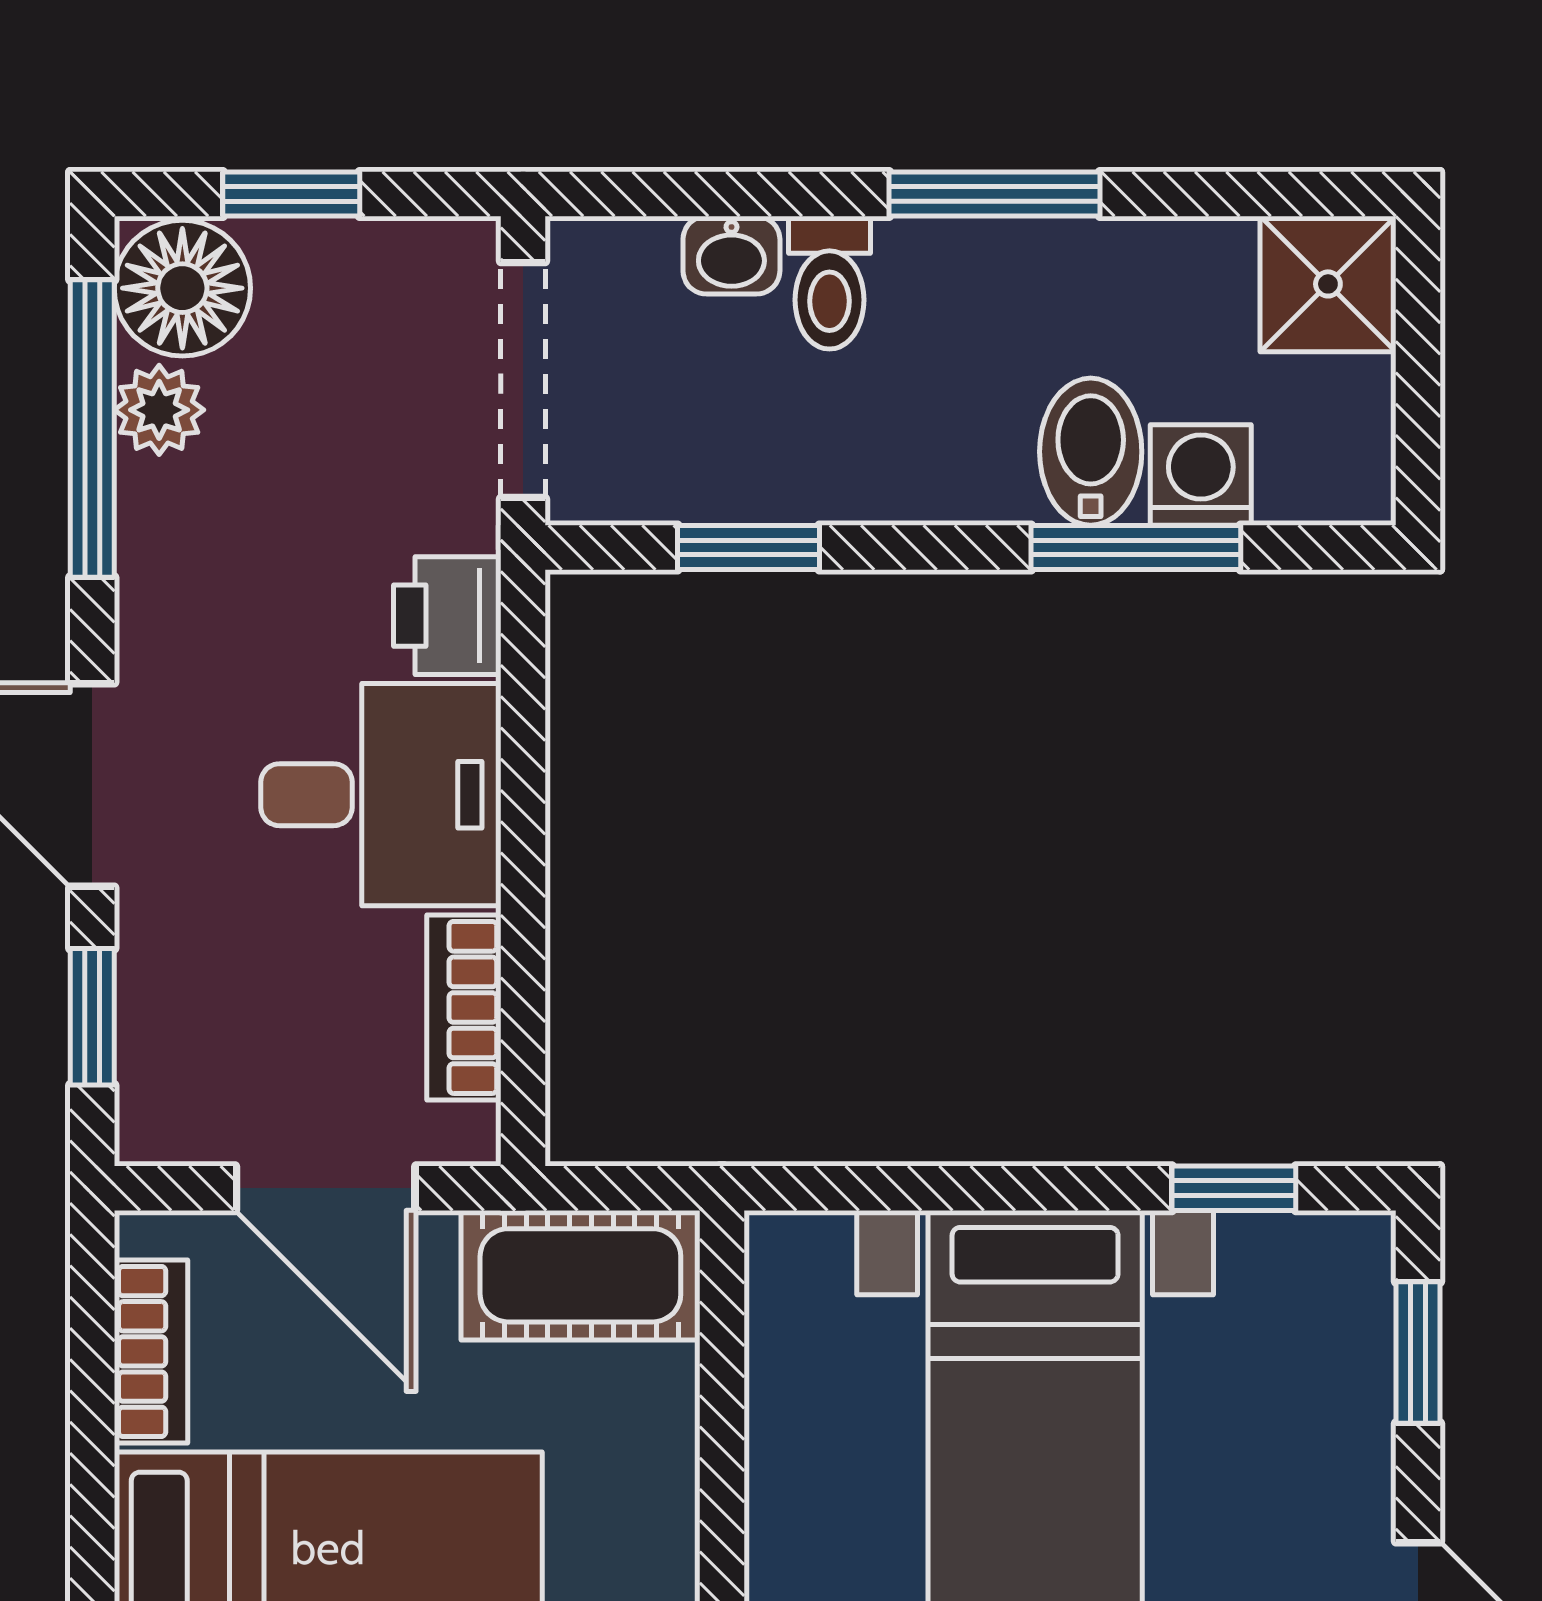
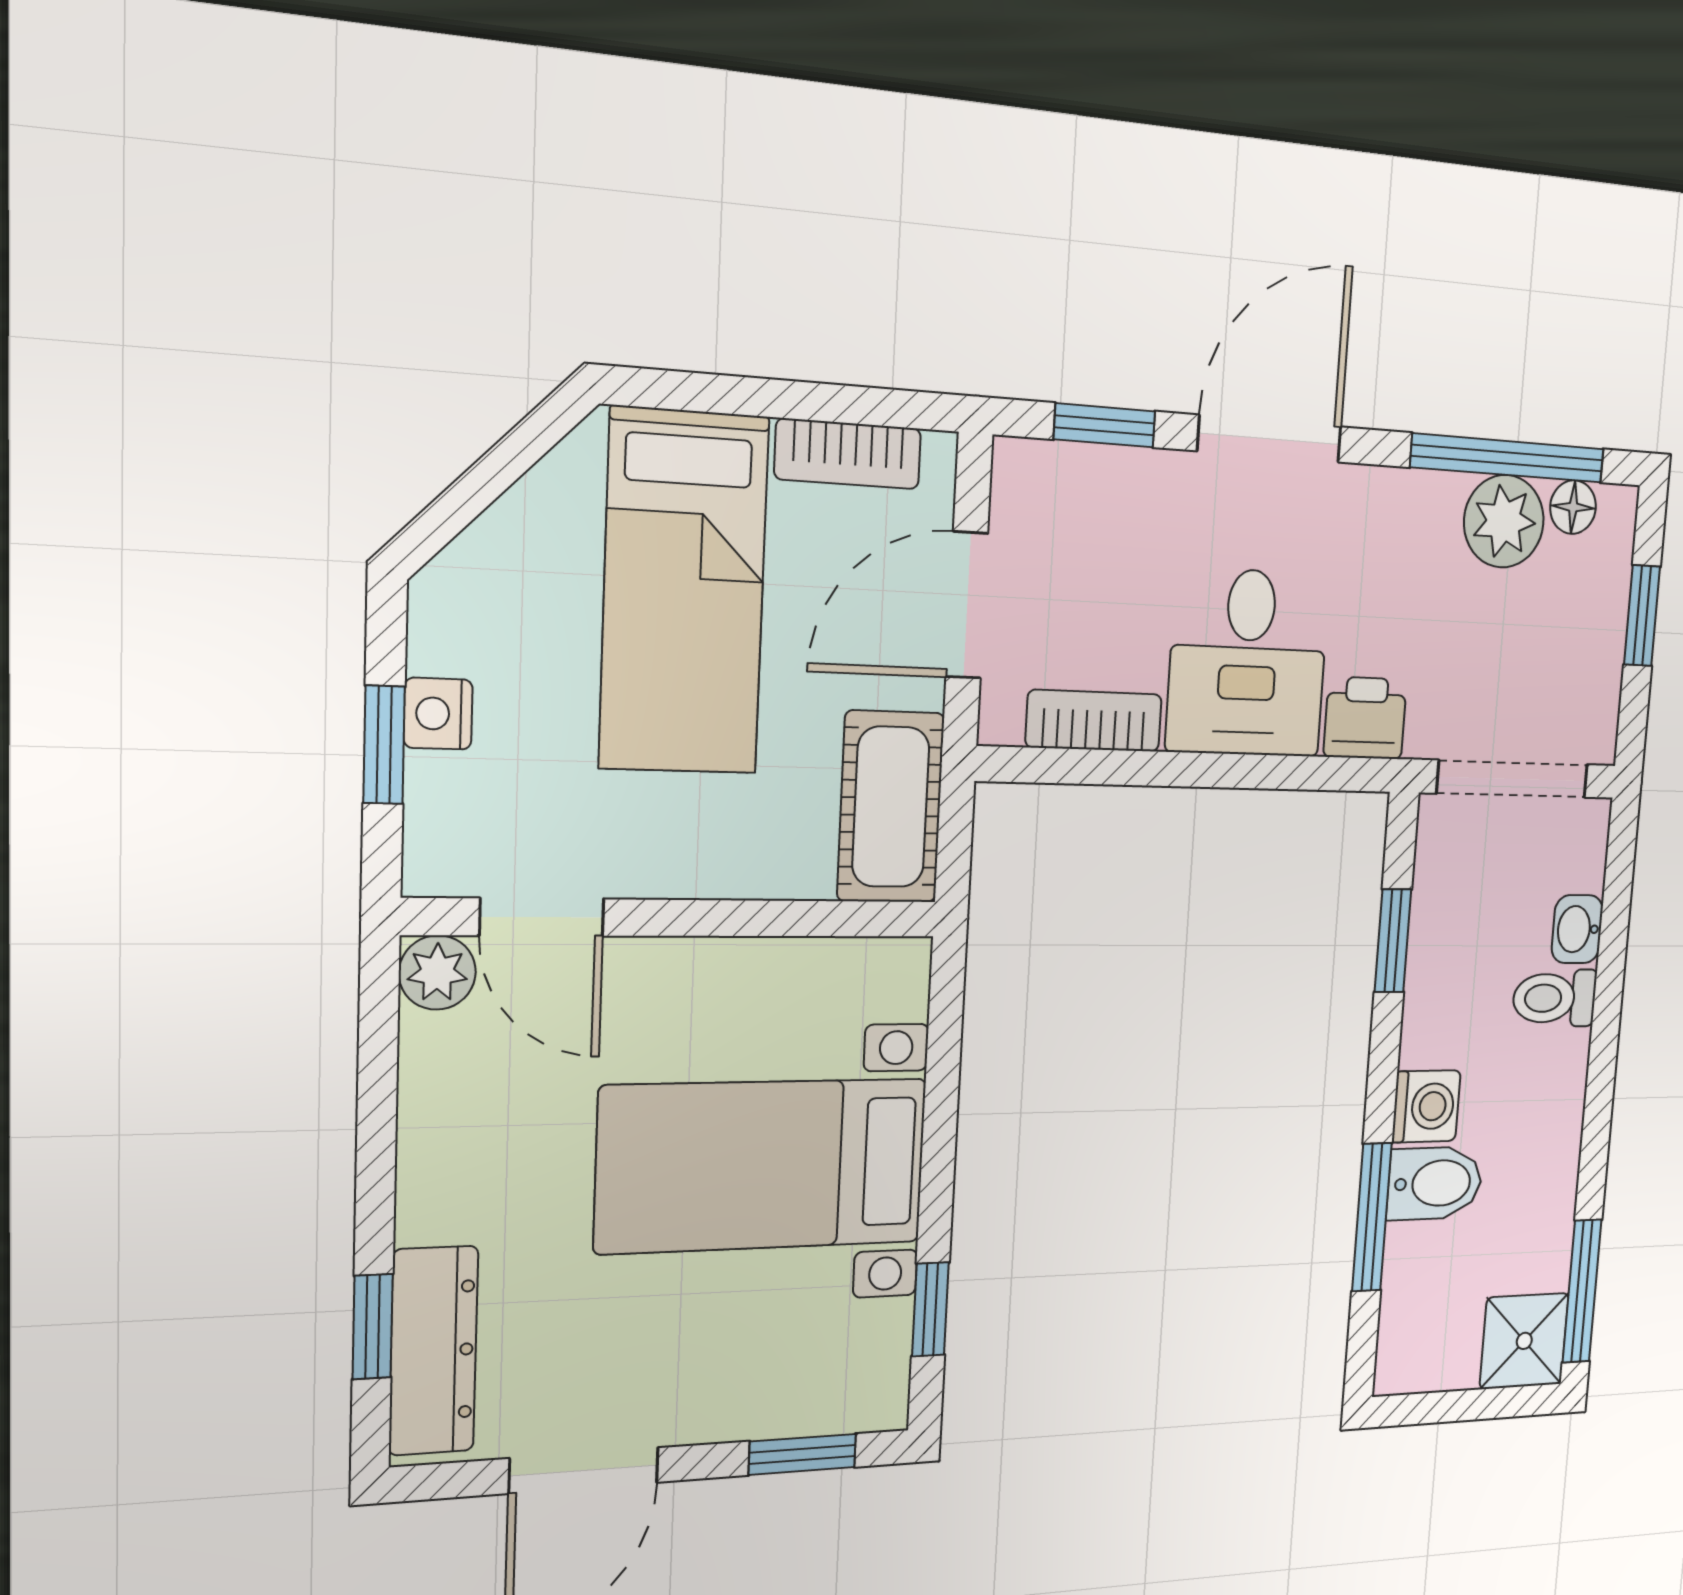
window: (995, 194) -> (1582, 1291), moved
floor lamp: (182, 288) -> (1573, 507), width x0.53, depth x0.53
plant: (159, 410) -> (1504, 521), width x1.38, depth x1.38
washing machine: (1201, 475) -> (1426, 1106), moved

